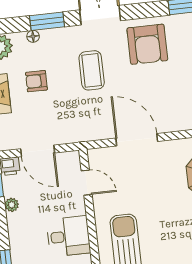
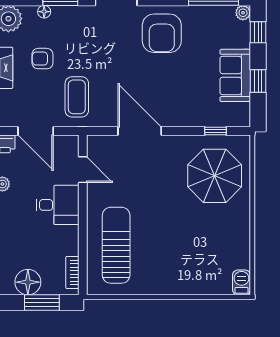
coffee table: (92, 70) -> (77, 97), moved
desk: (68, 236) -> (58, 205), moved

